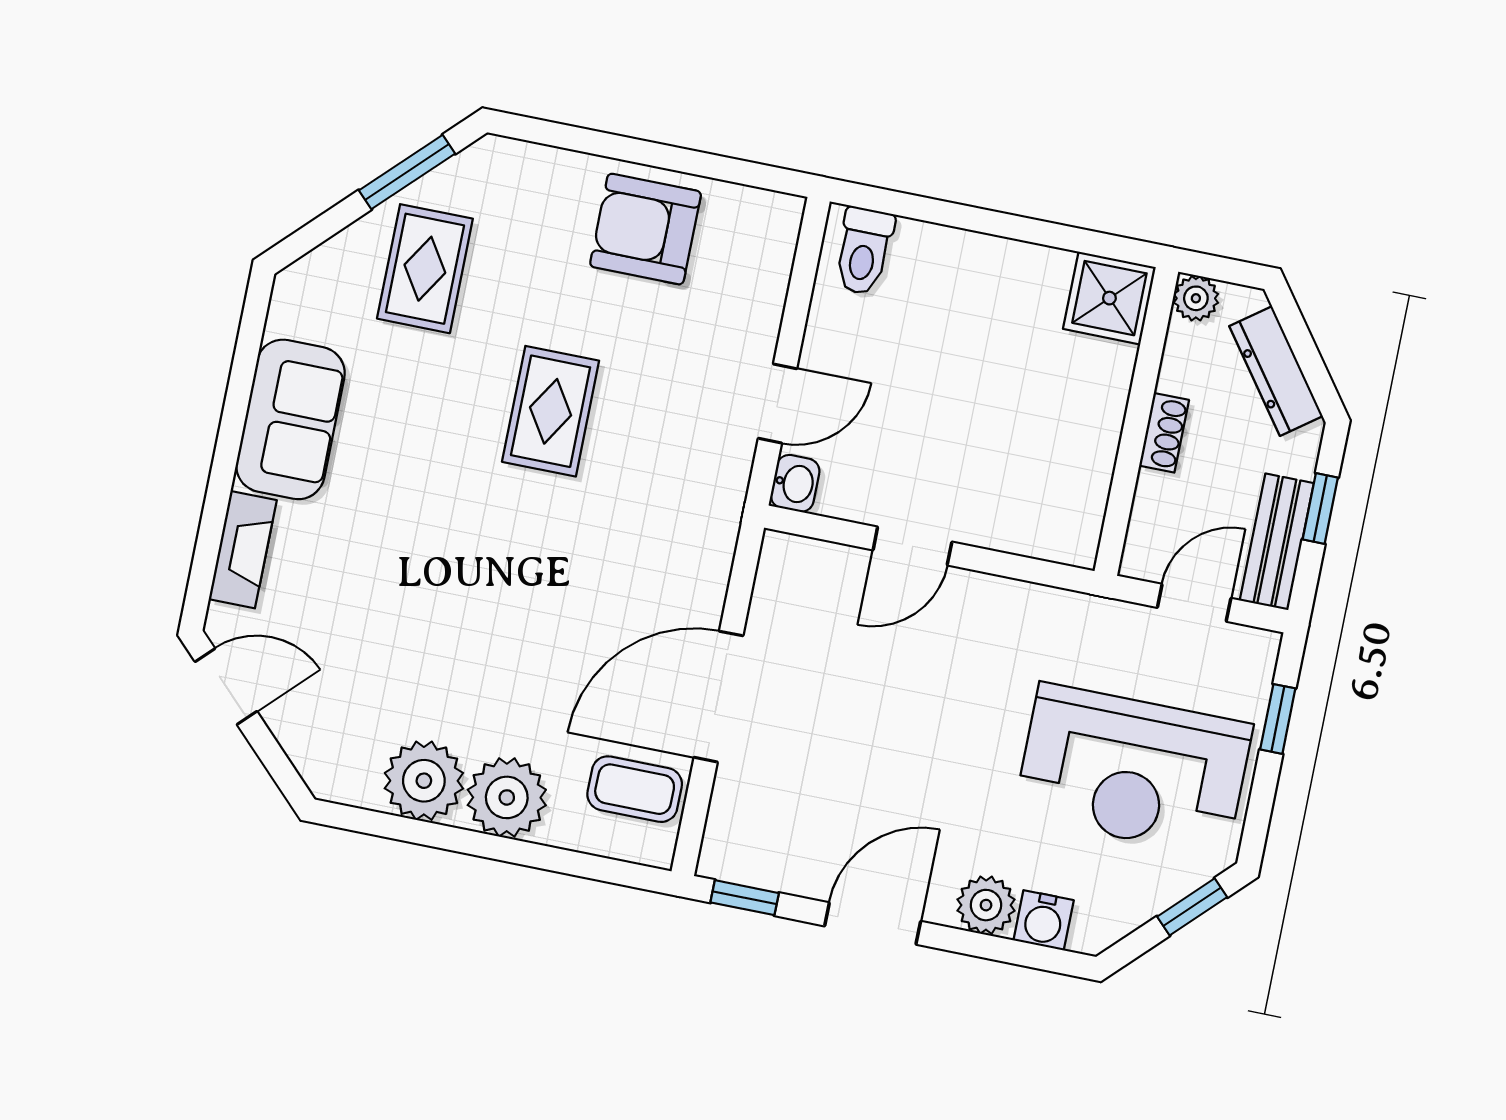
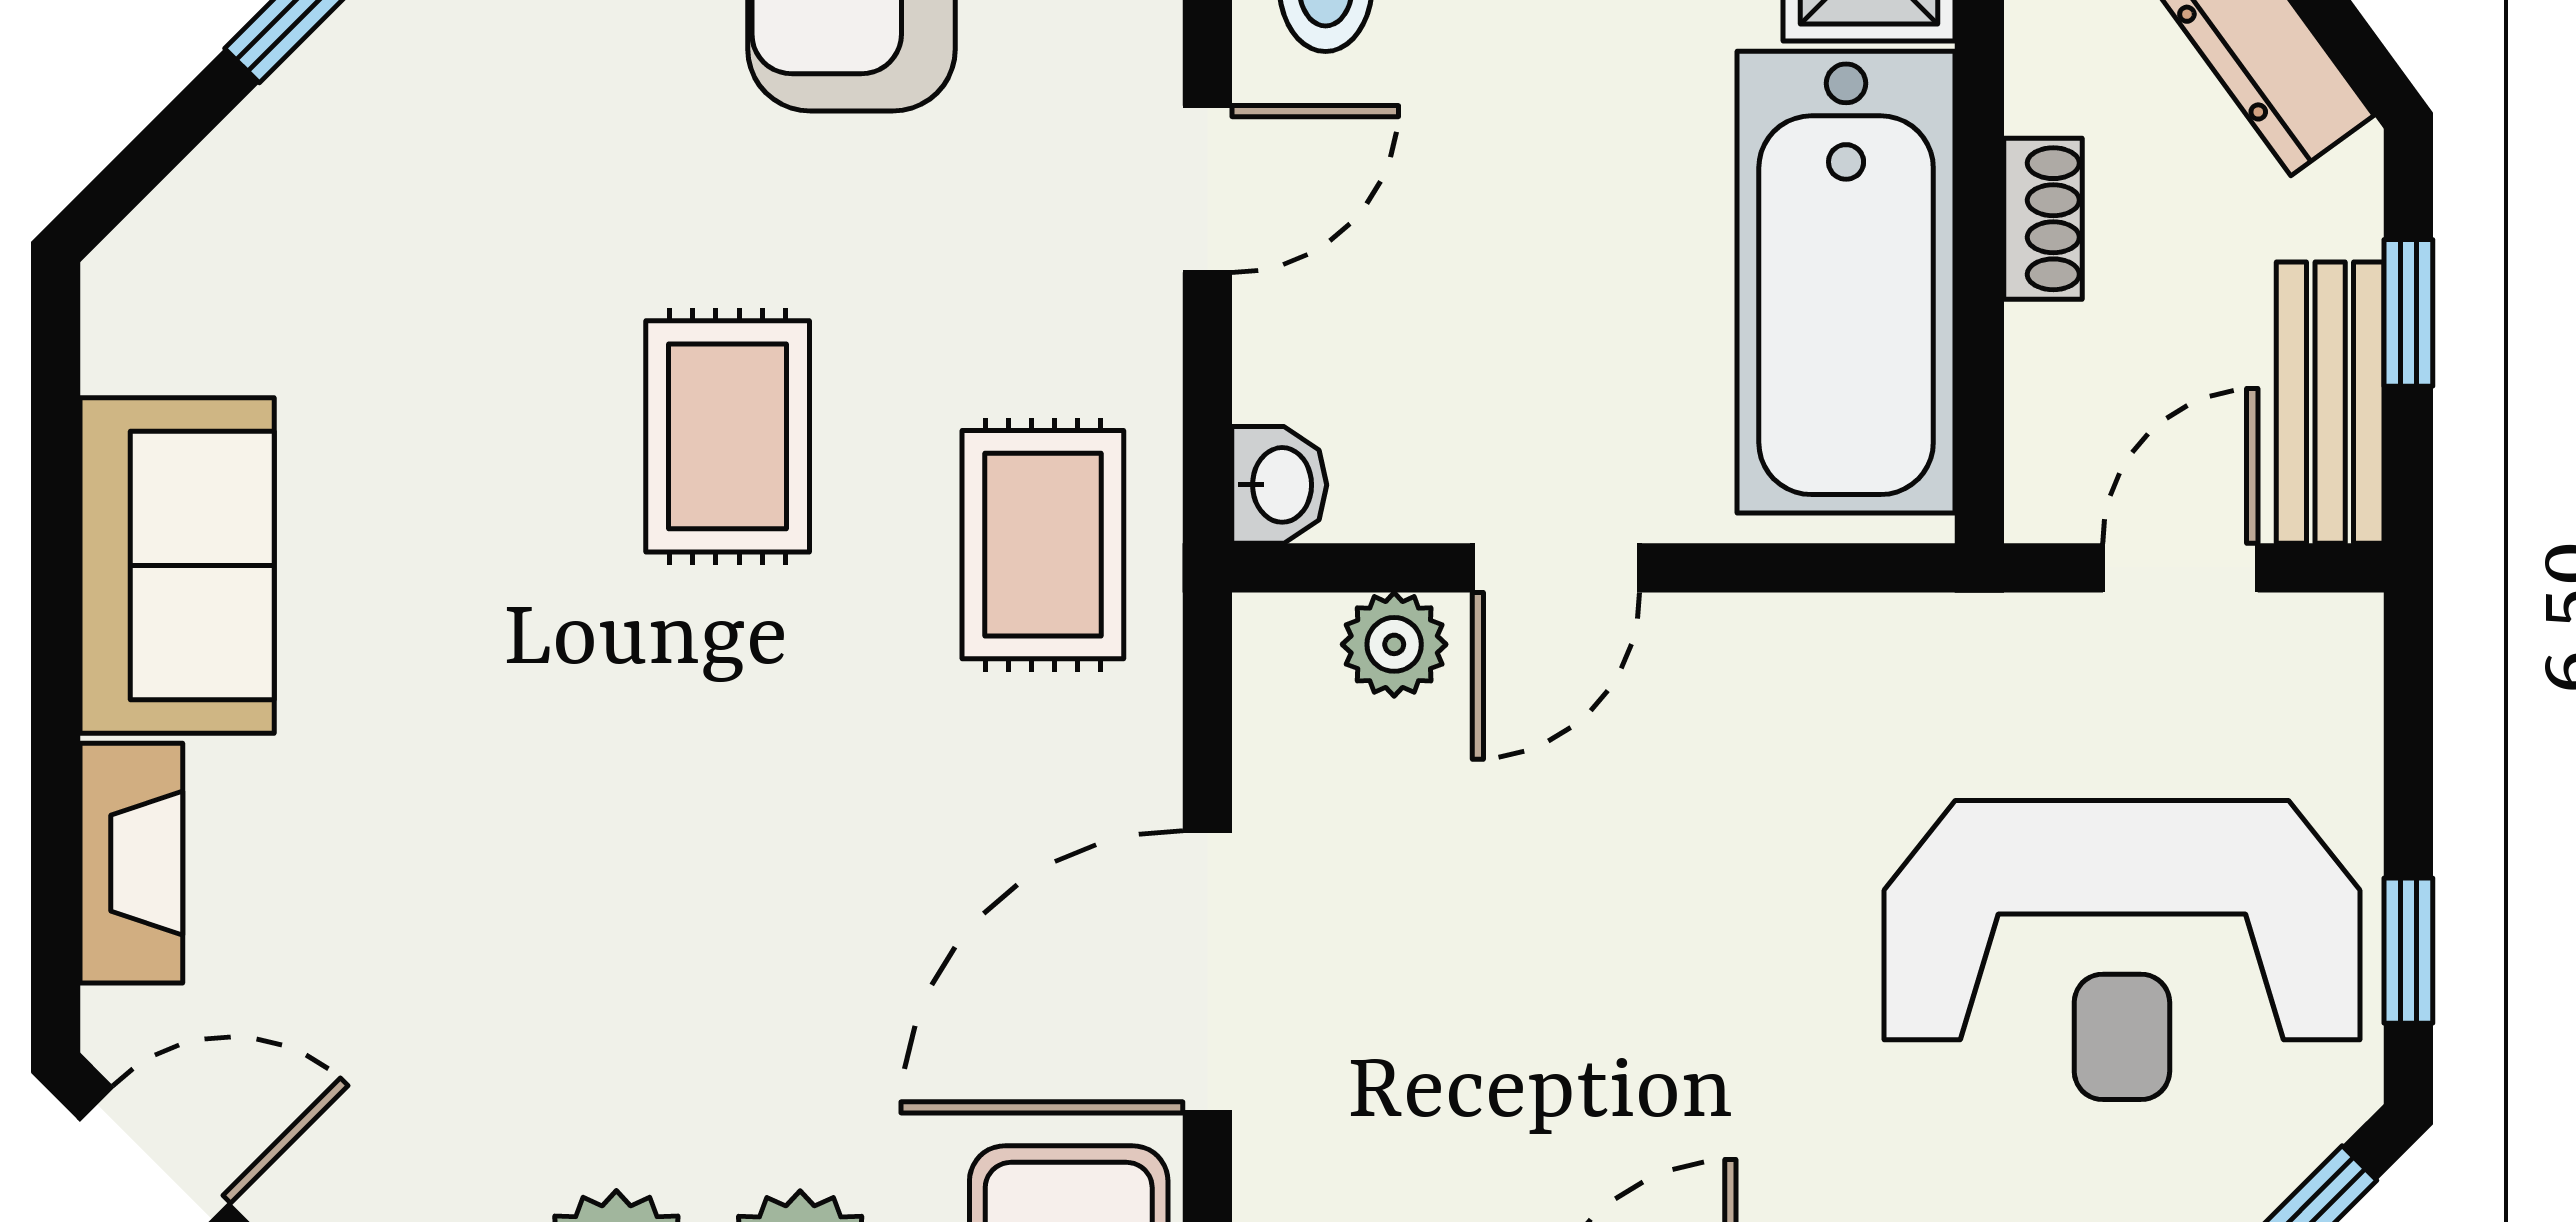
rug: (425, 269) -> (1043, 545), moved
door: (778, 403) -> (1207, 189), moved
bathtub: (1069, 443) -> (1846, 282), added
plant: (832, 566) -> (1394, 644), added
window: (1278, 719) -> (2408, 951), moved

